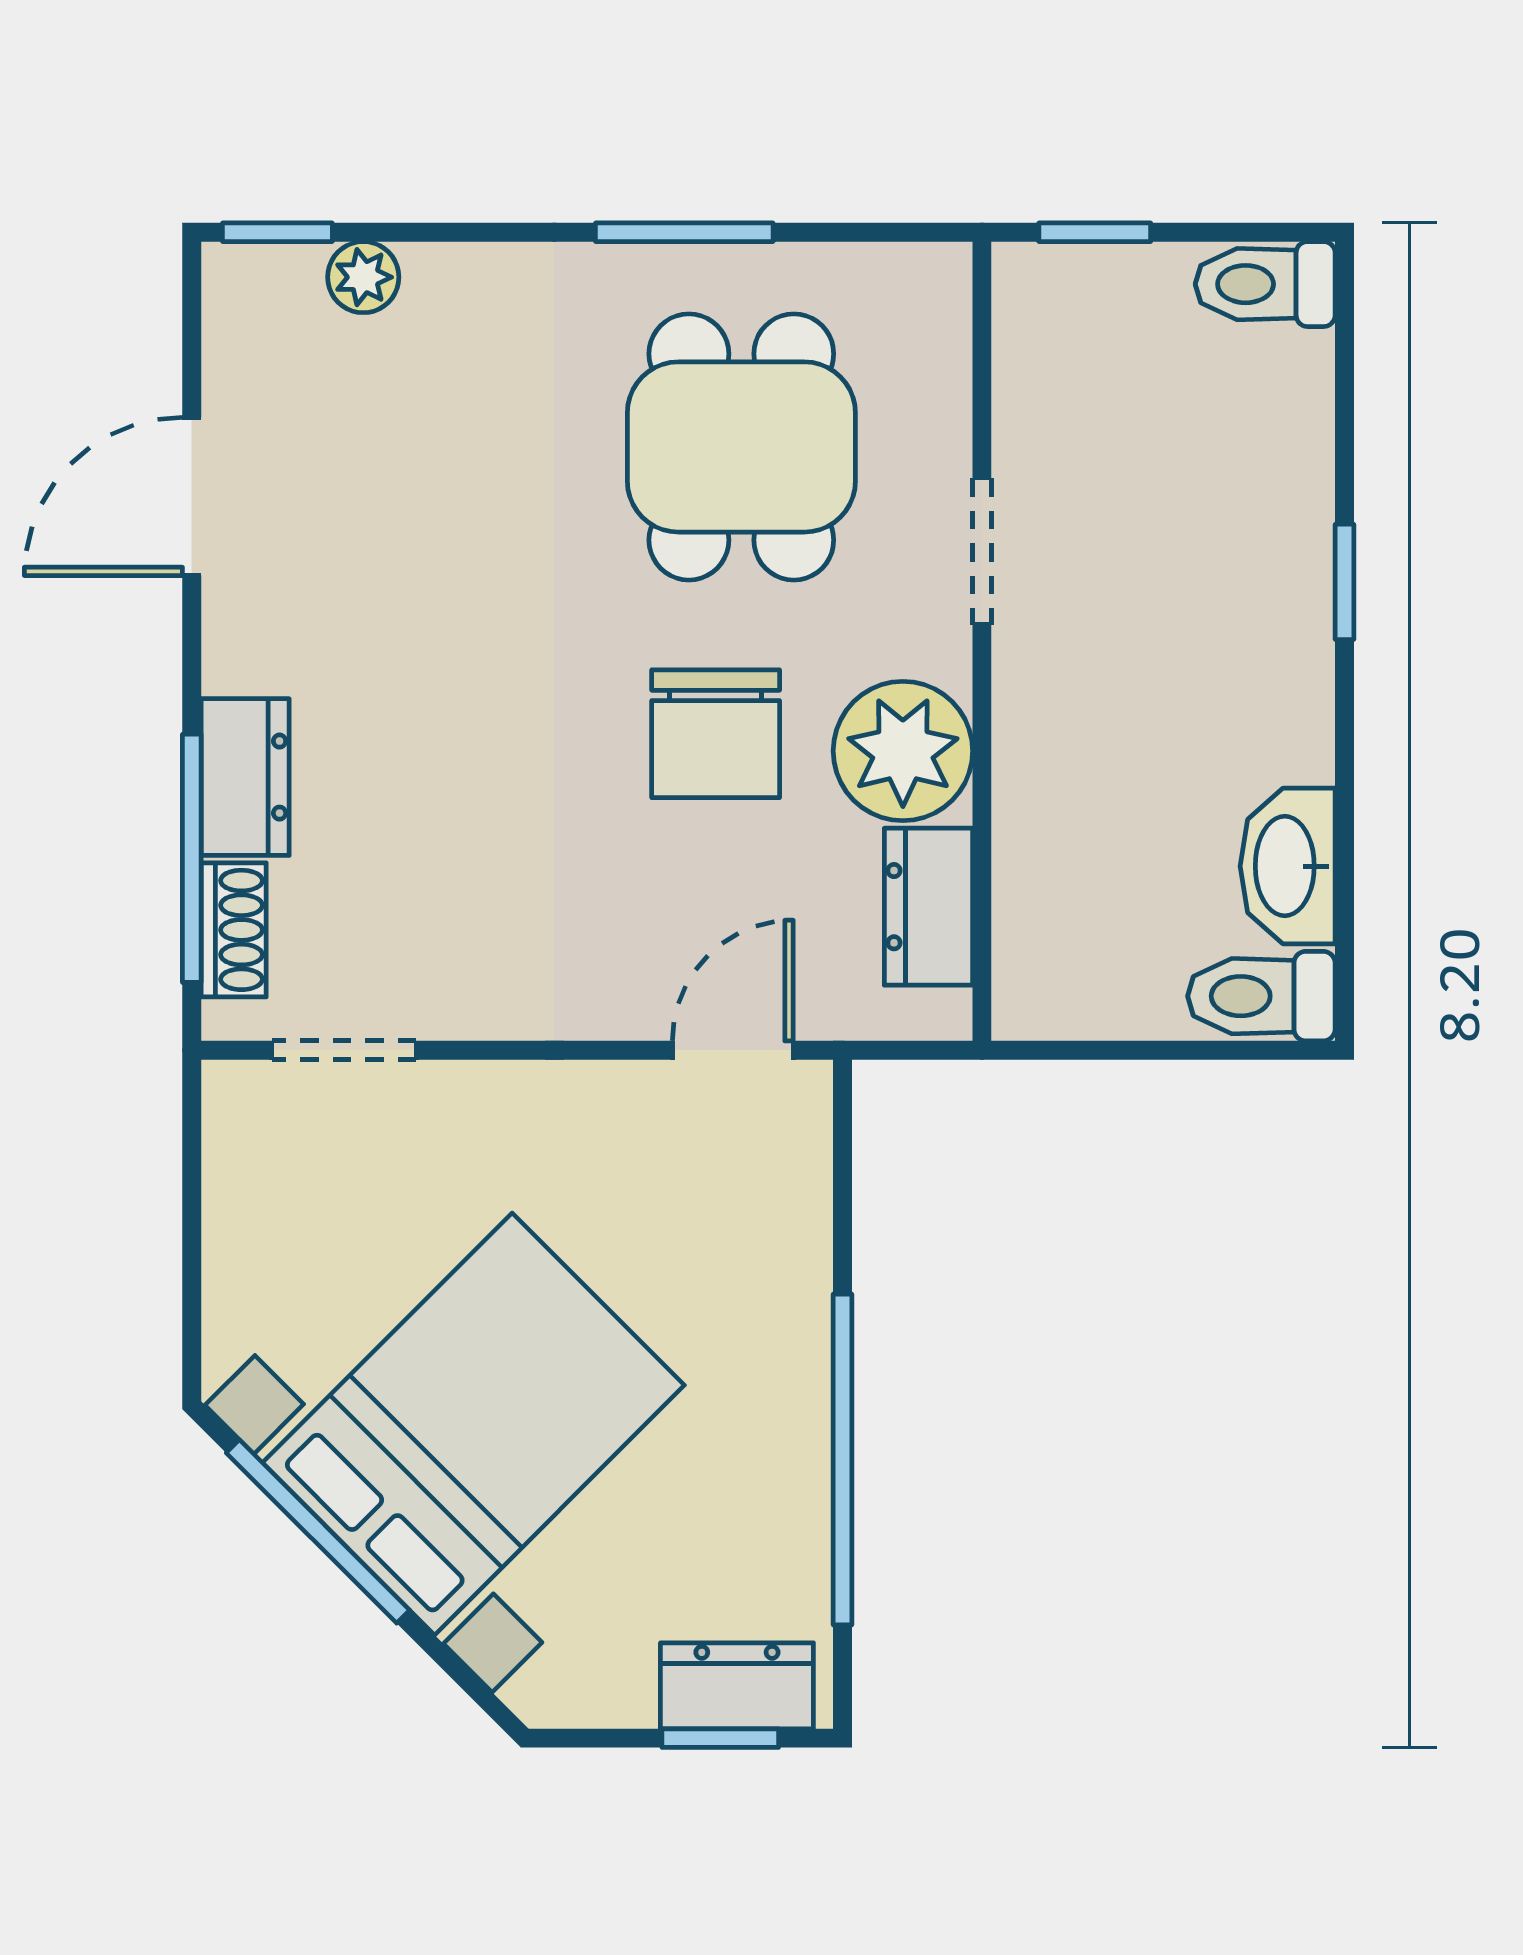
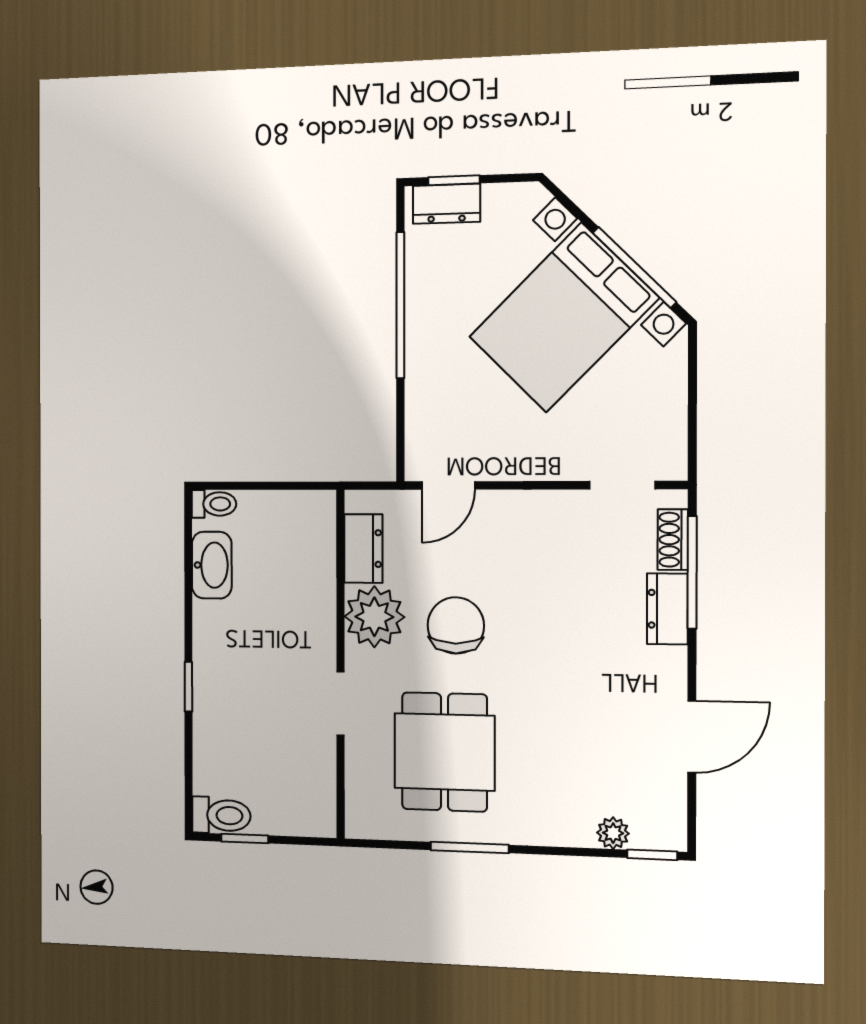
window: (1095, 232) -> (245, 839), moved
toilet: (1261, 996) -> (214, 504), width x0.73, depth x0.72

